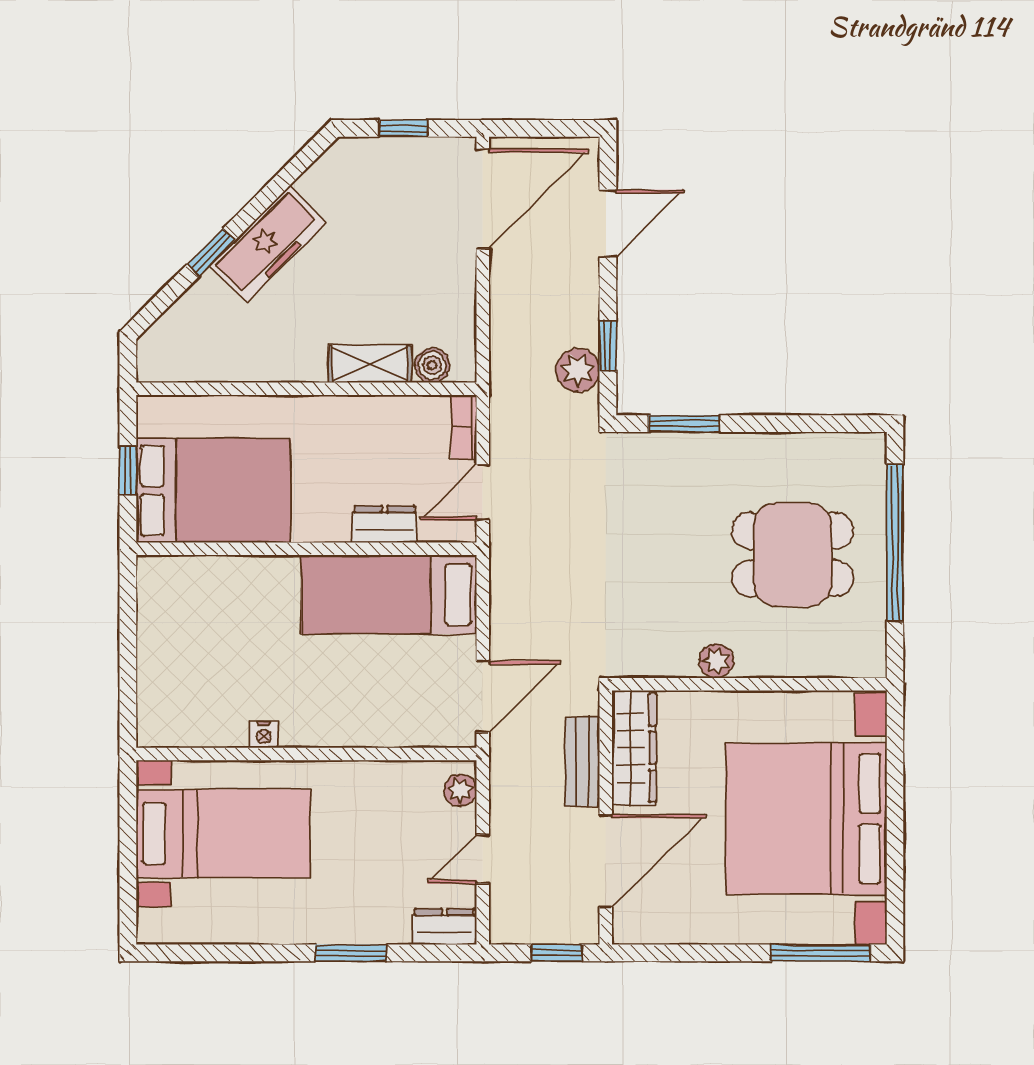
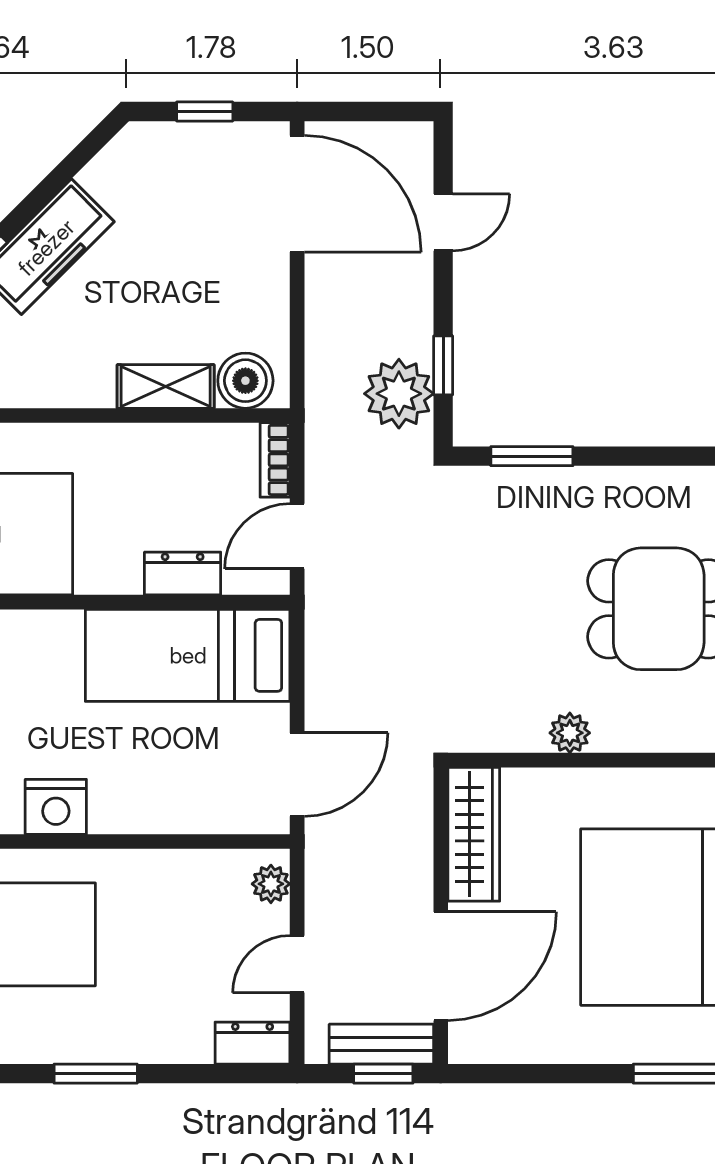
door: (483, 199) -> (297, 194), hinge flipped
door: (608, 223) -> (443, 222), width x0.73
boiler: (432, 365) -> (245, 381), width x1.36, depth x1.36
plant: (578, 370) -> (399, 394), width x1.36, depth x1.36
nightstand: (264, 735) -> (56, 807), width x1.89, depth x1.79
bench: (583, 762) -> (381, 1044), moved, turned 90
window: (351, 953) -> (96, 1074), moved

